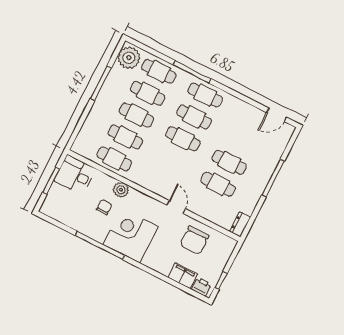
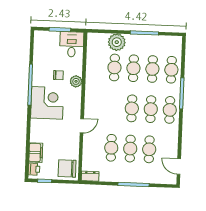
plant: (129, 58) -> (117, 42), moved
cafe table: (114, 159) -> (149, 149), moved
chair: (194, 240) -> (67, 168), moved

